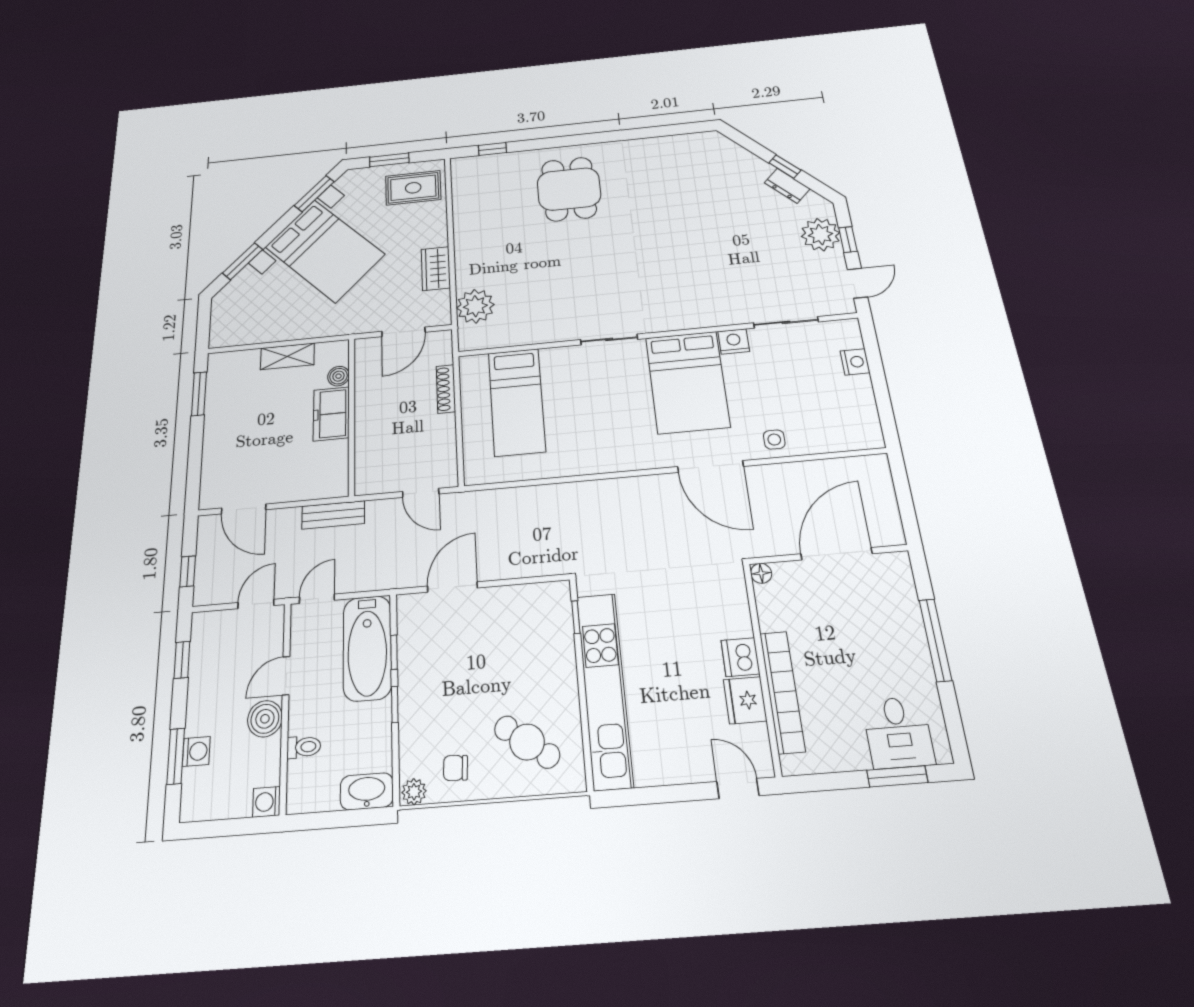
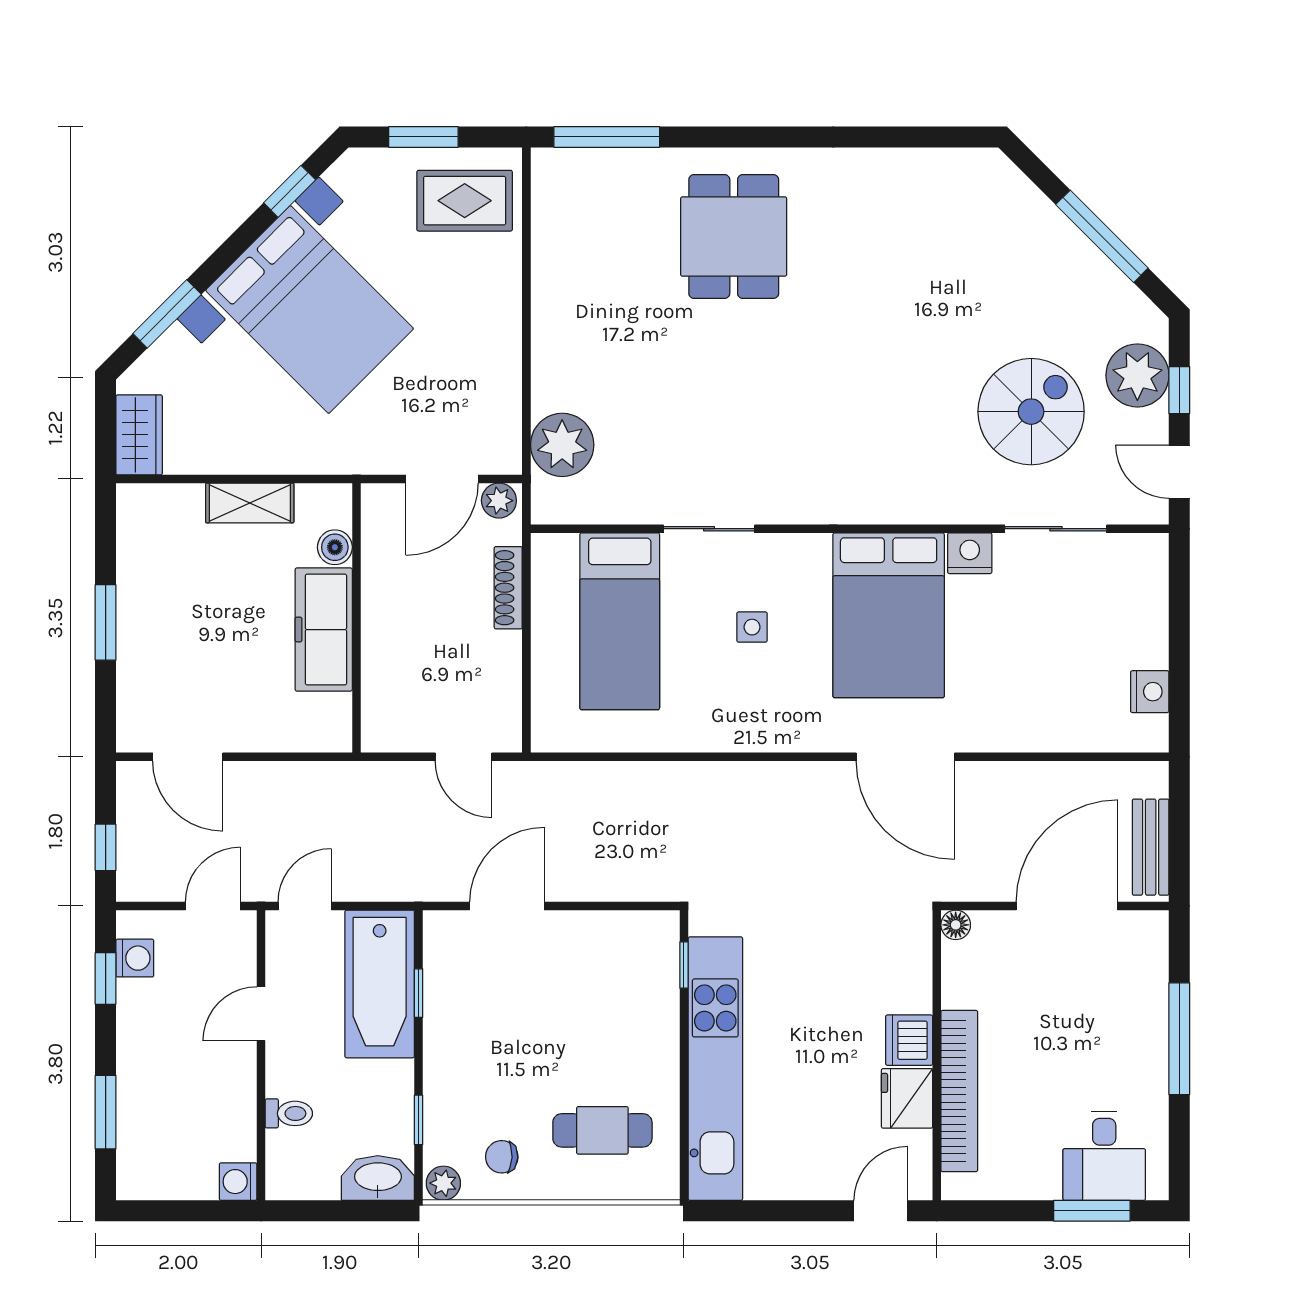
window: (492, 149) -> (607, 137), width x2.17
window: (785, 167) -> (1102, 236), width x2.17
dresser: (787, 186) -> (1099, 275), removed
window: (314, 194) -> (290, 191), width x0.67
spiral stairs: (759, 260) -> (1031, 412), added
wardrobe: (436, 269) -> (139, 435), moved, turned 180
door: (857, 283) -> (1179, 472), swing flipped
sliding door: (609, 339) -> (709, 529), moved
plant: (438, 340) -> (499, 501), added
nightstand: (855, 362) -> (1150, 692), moved
window: (199, 394) -> (106, 622), moved
freezer: (331, 414) -> (324, 630), width x1.40
side table: (774, 440) -> (752, 627), moved
bench: (333, 515) -> (1151, 847), moved, turned 90
window: (395, 705) -> (419, 1120), moved
boiler: (265, 719) -> (232, 1071), removed
cafe table: (527, 742) -> (602, 1130), turned -36
washing machine: (196, 751) -> (135, 958), moved
door: (738, 789) -> (881, 1211), hinge flipped

